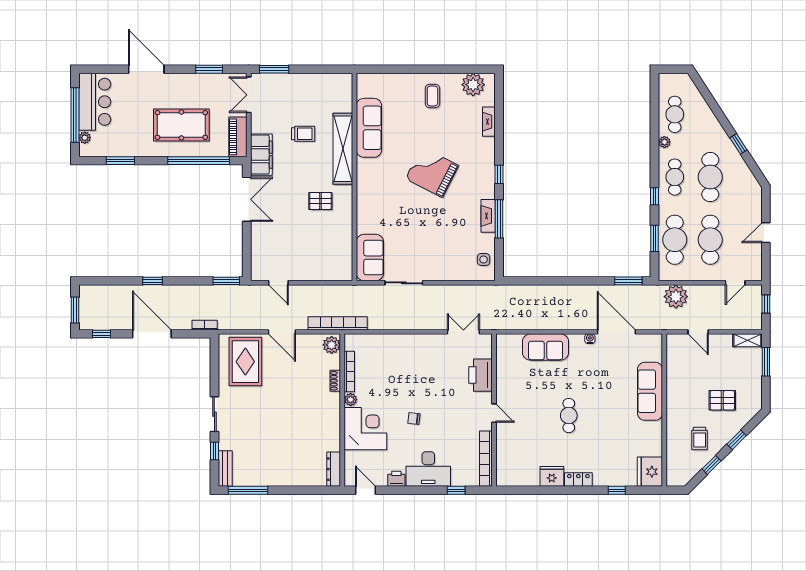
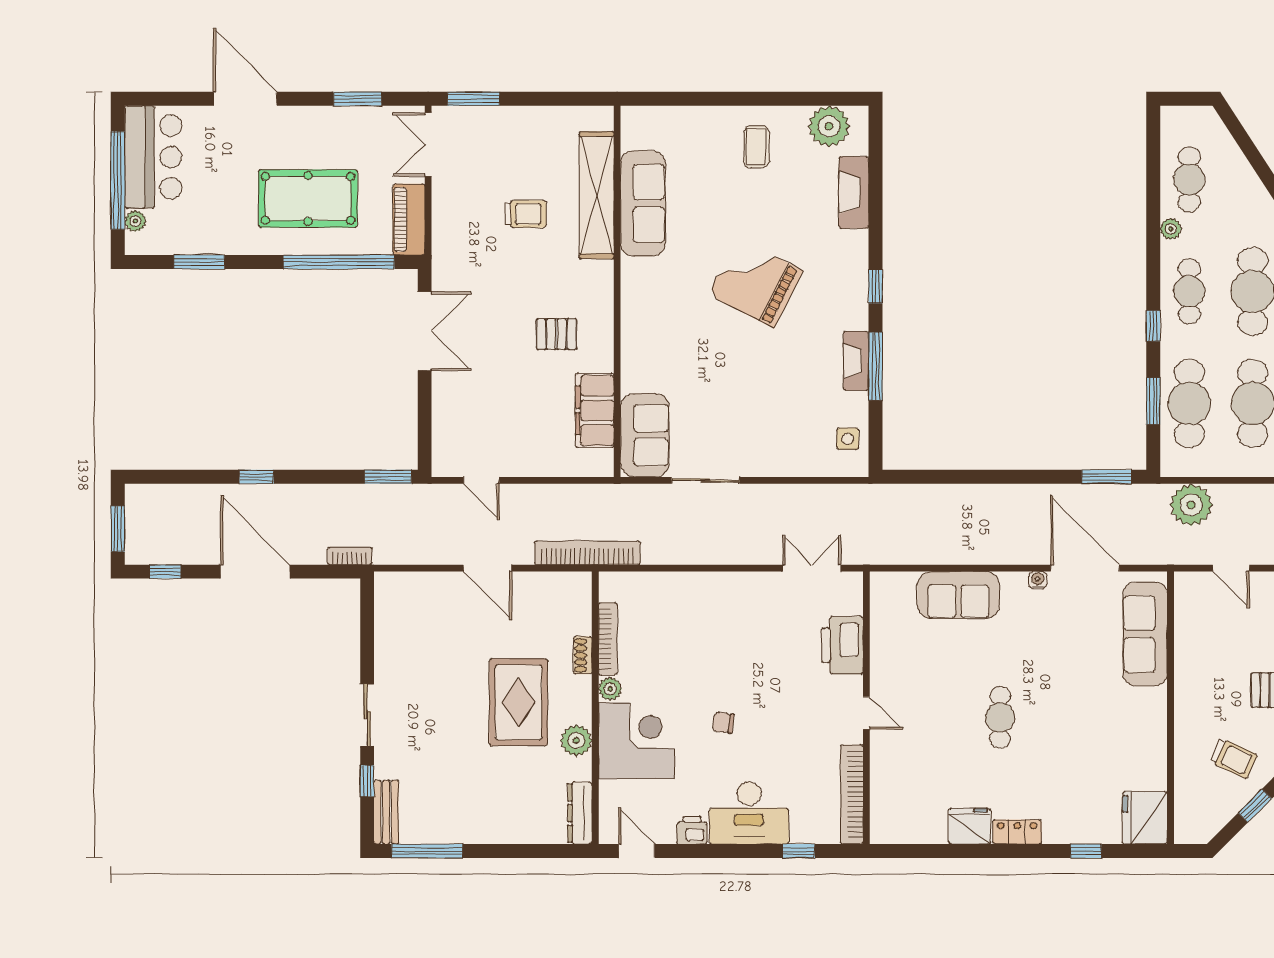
fireplace: (489, 122) -> (854, 192), width x1.37, depth x1.32
shelving: (343, 149) -> (597, 195), moved
filing cabinet: (261, 155) -> (595, 410), moved, turned 180
plant: (332, 345) -> (576, 740), moved
rug: (245, 362) -> (519, 702), moved
sofa: (650, 391) -> (1145, 634), moved
trolley: (700, 438) -> (1234, 758), turned -65

